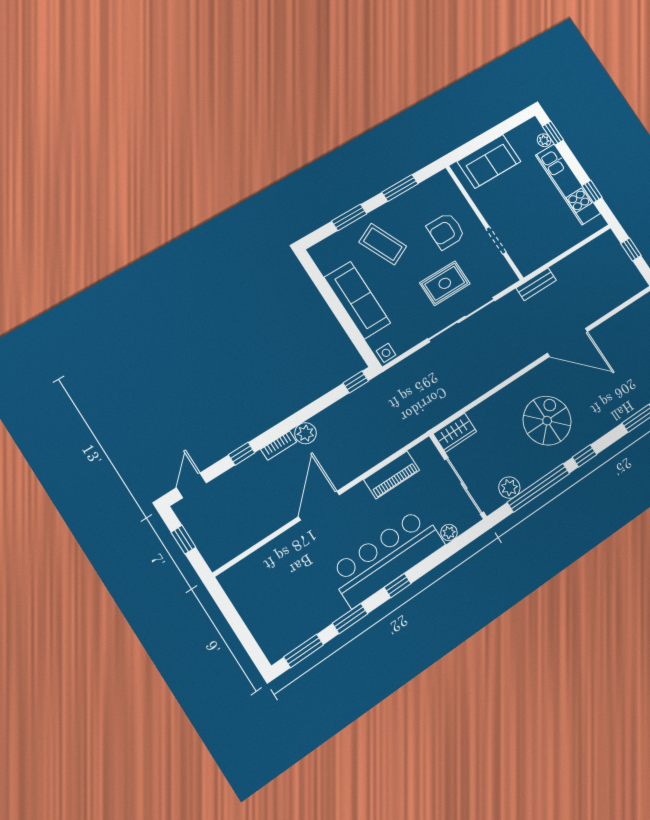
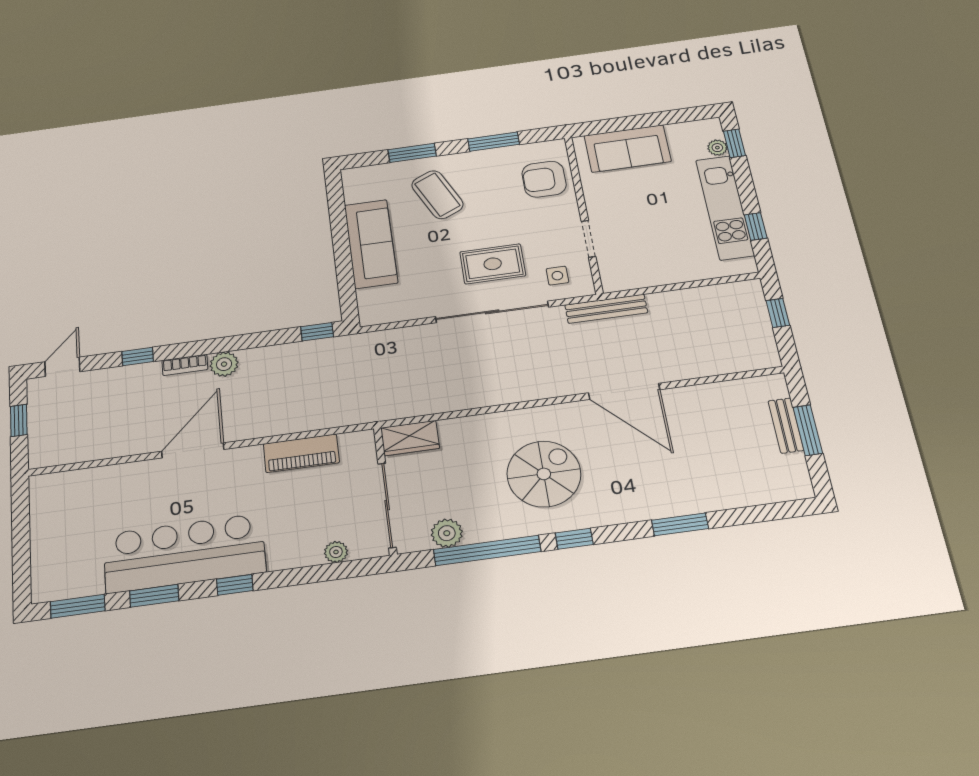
armchair: (446, 231) -> (544, 179), moved
bench: (536, 284) -> (606, 309), width x1.36
side table: (386, 353) -> (557, 276), moved
bar counter: (387, 557) -> (184, 553), moved

